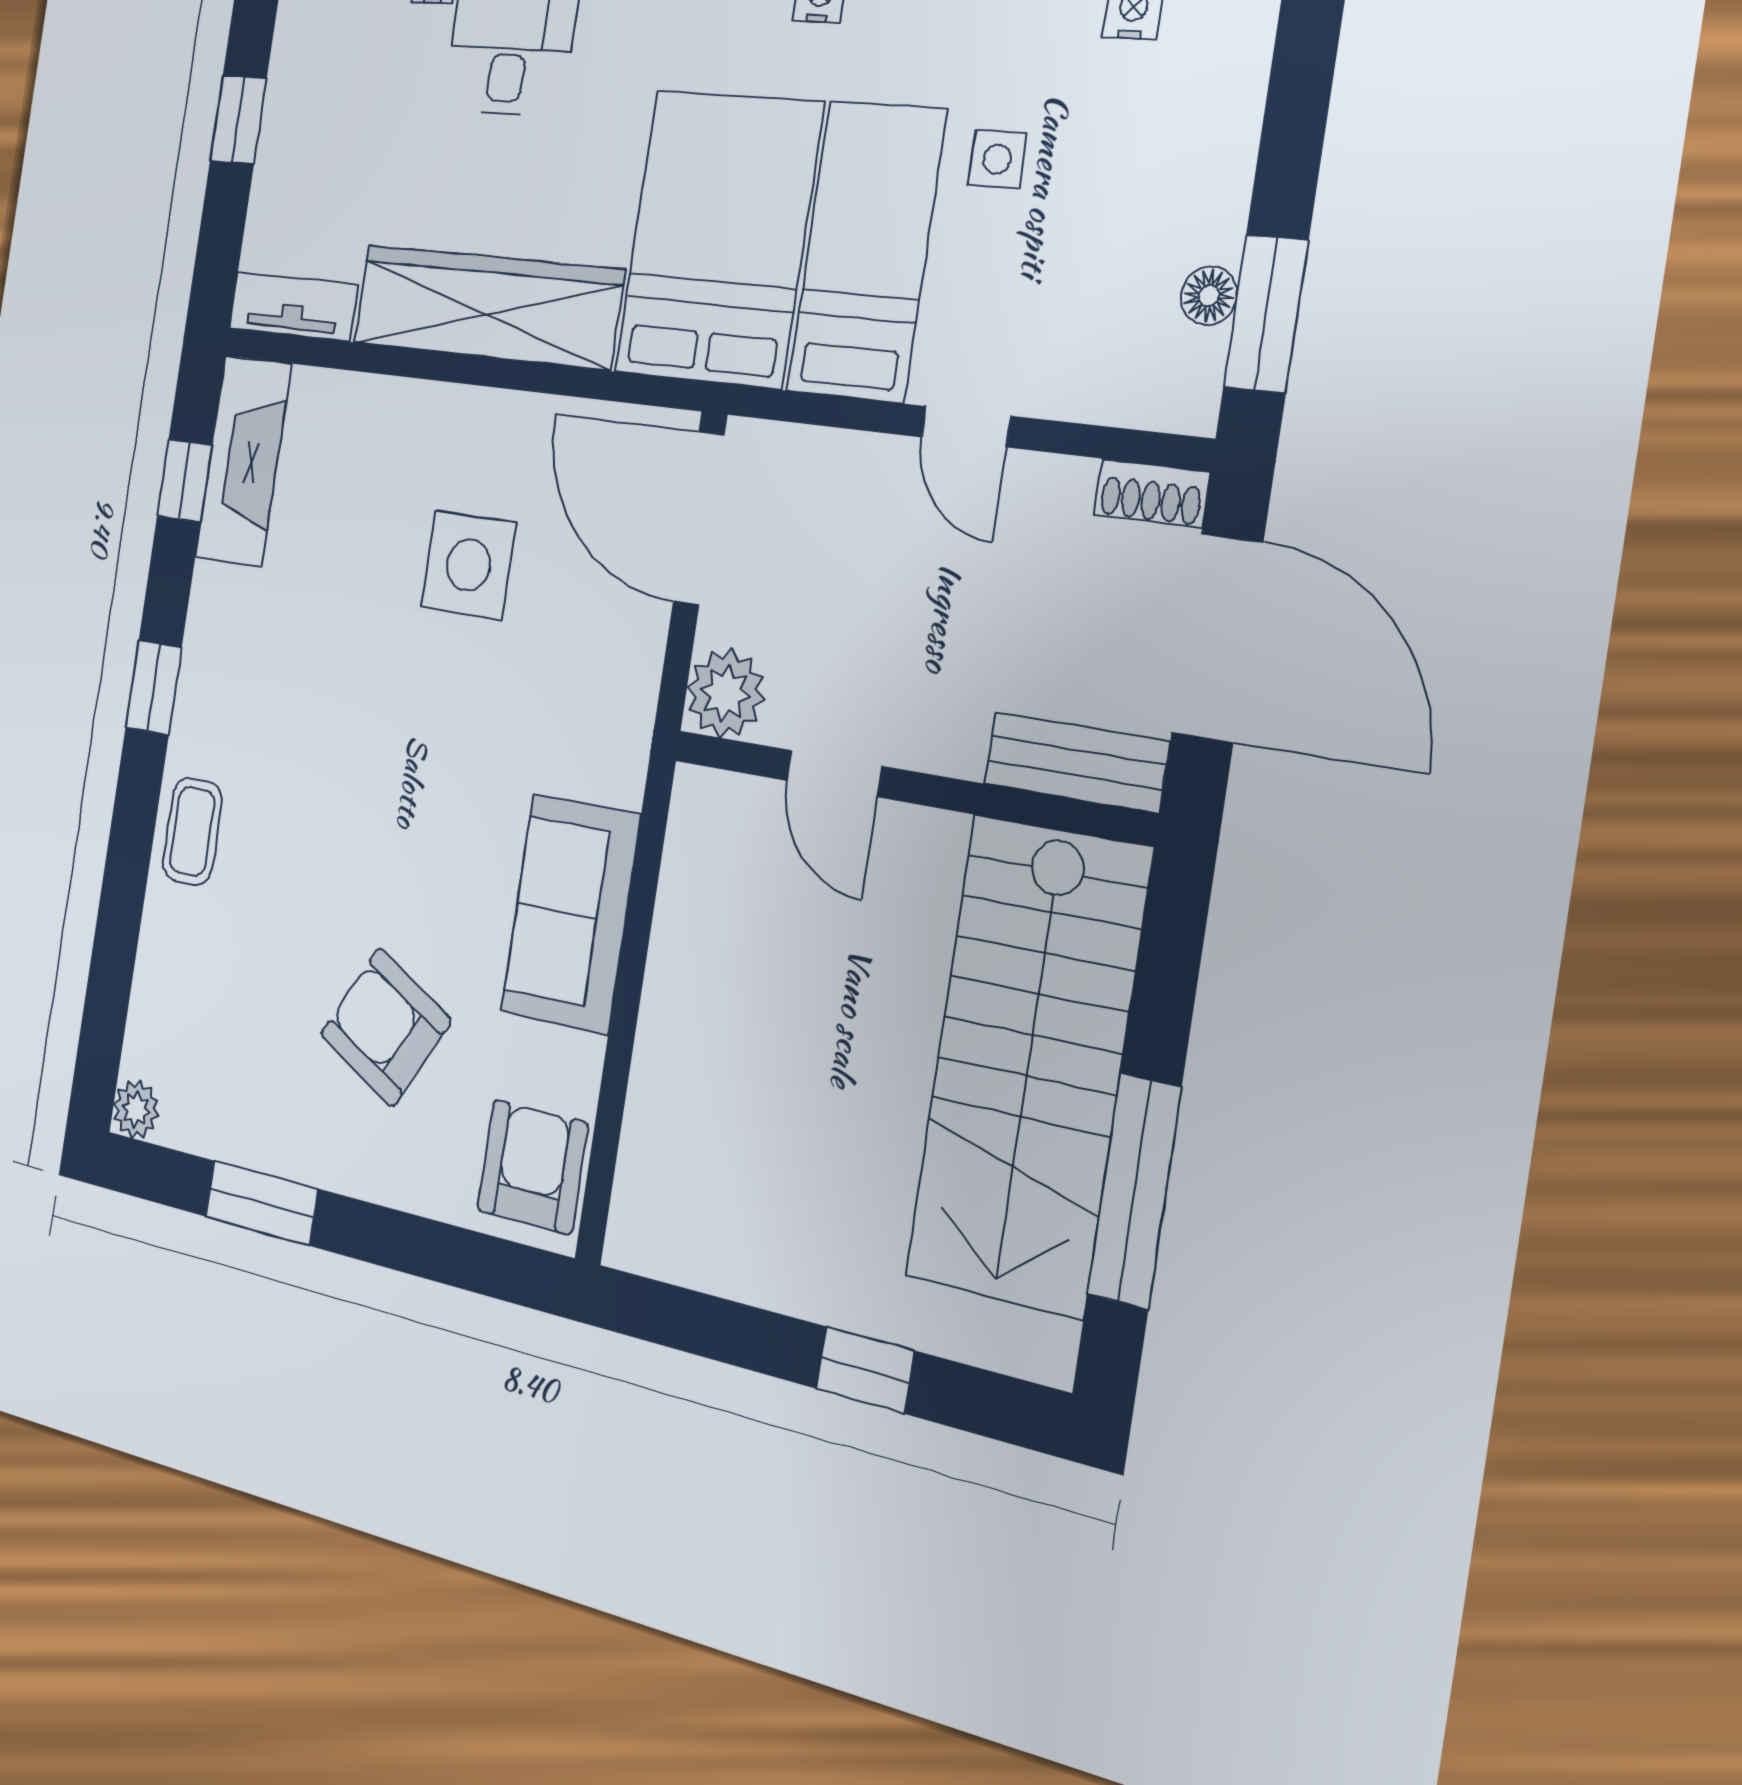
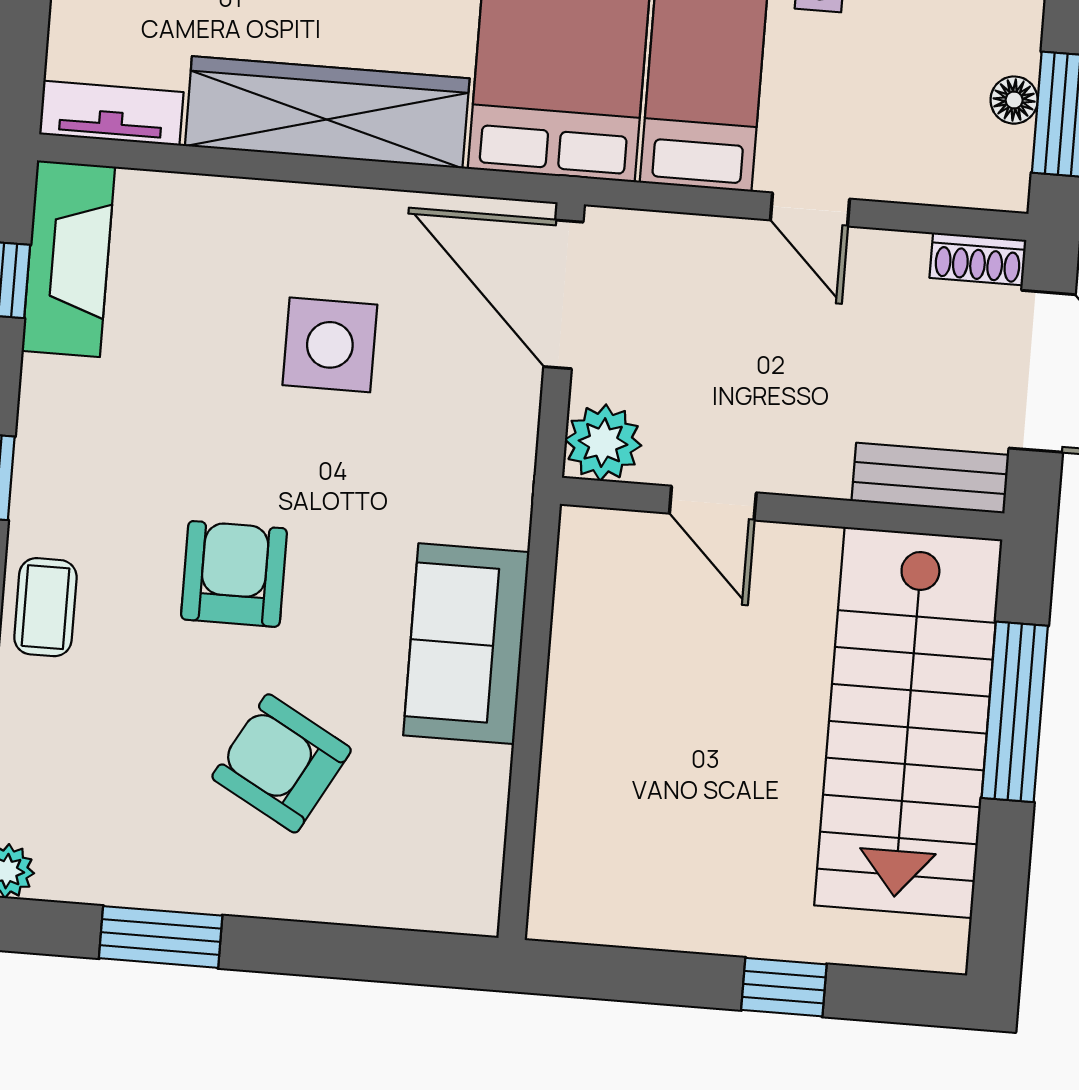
armchair: (532, 1167) -> (234, 574), moved
window: (1134, 1191) -> (1015, 712), moved

